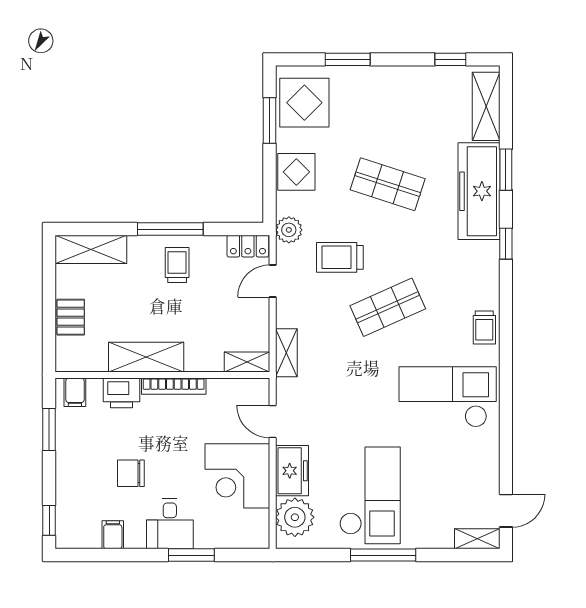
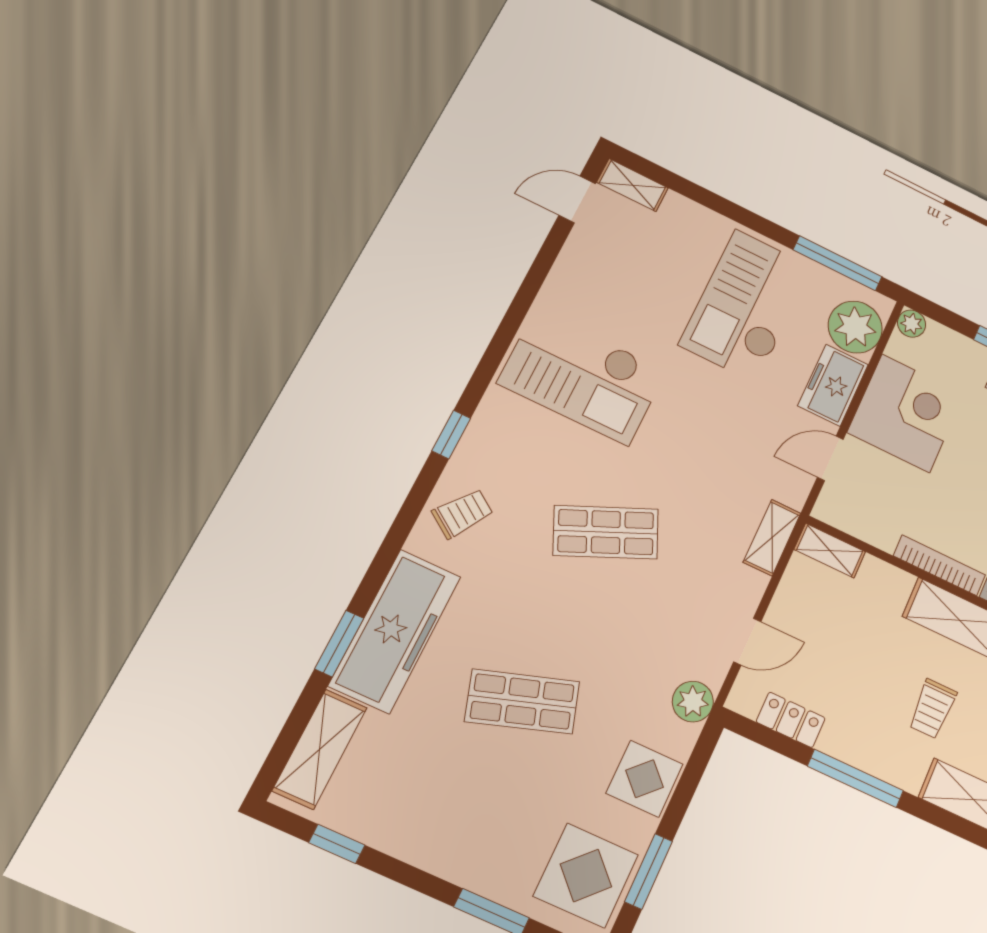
shop shelf: (388, 184) -> (522, 702), turned -36
window: (506, 244) -> (451, 435), moved
locker: (248, 246) -> (791, 720), moved
trolley: (340, 257) -> (640, 631), removed
trolley: (177, 265) -> (933, 709), moved
trolley: (484, 327) -> (463, 513), moved, turned 35
door: (273, 422) -> (830, 458), swing flipped
plant: (259, 539) -> (912, 324), added
window: (383, 555) -> (838, 263), moved

